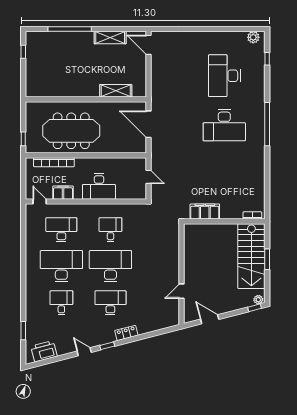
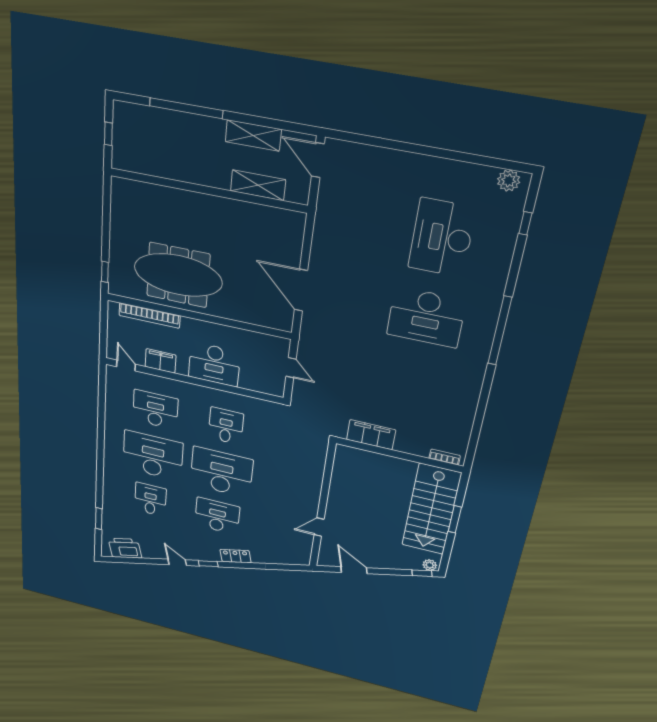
shelving: (116, 91) -> (258, 185), moved
wall: (86, 99) -> (207, 190), moved

